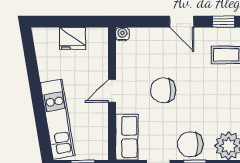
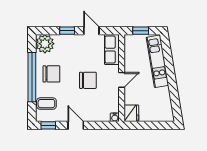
fridge: (73, 38) -> (131, 113), moved, turned 90
chair: (190, 144) -> (51, 74), moved

